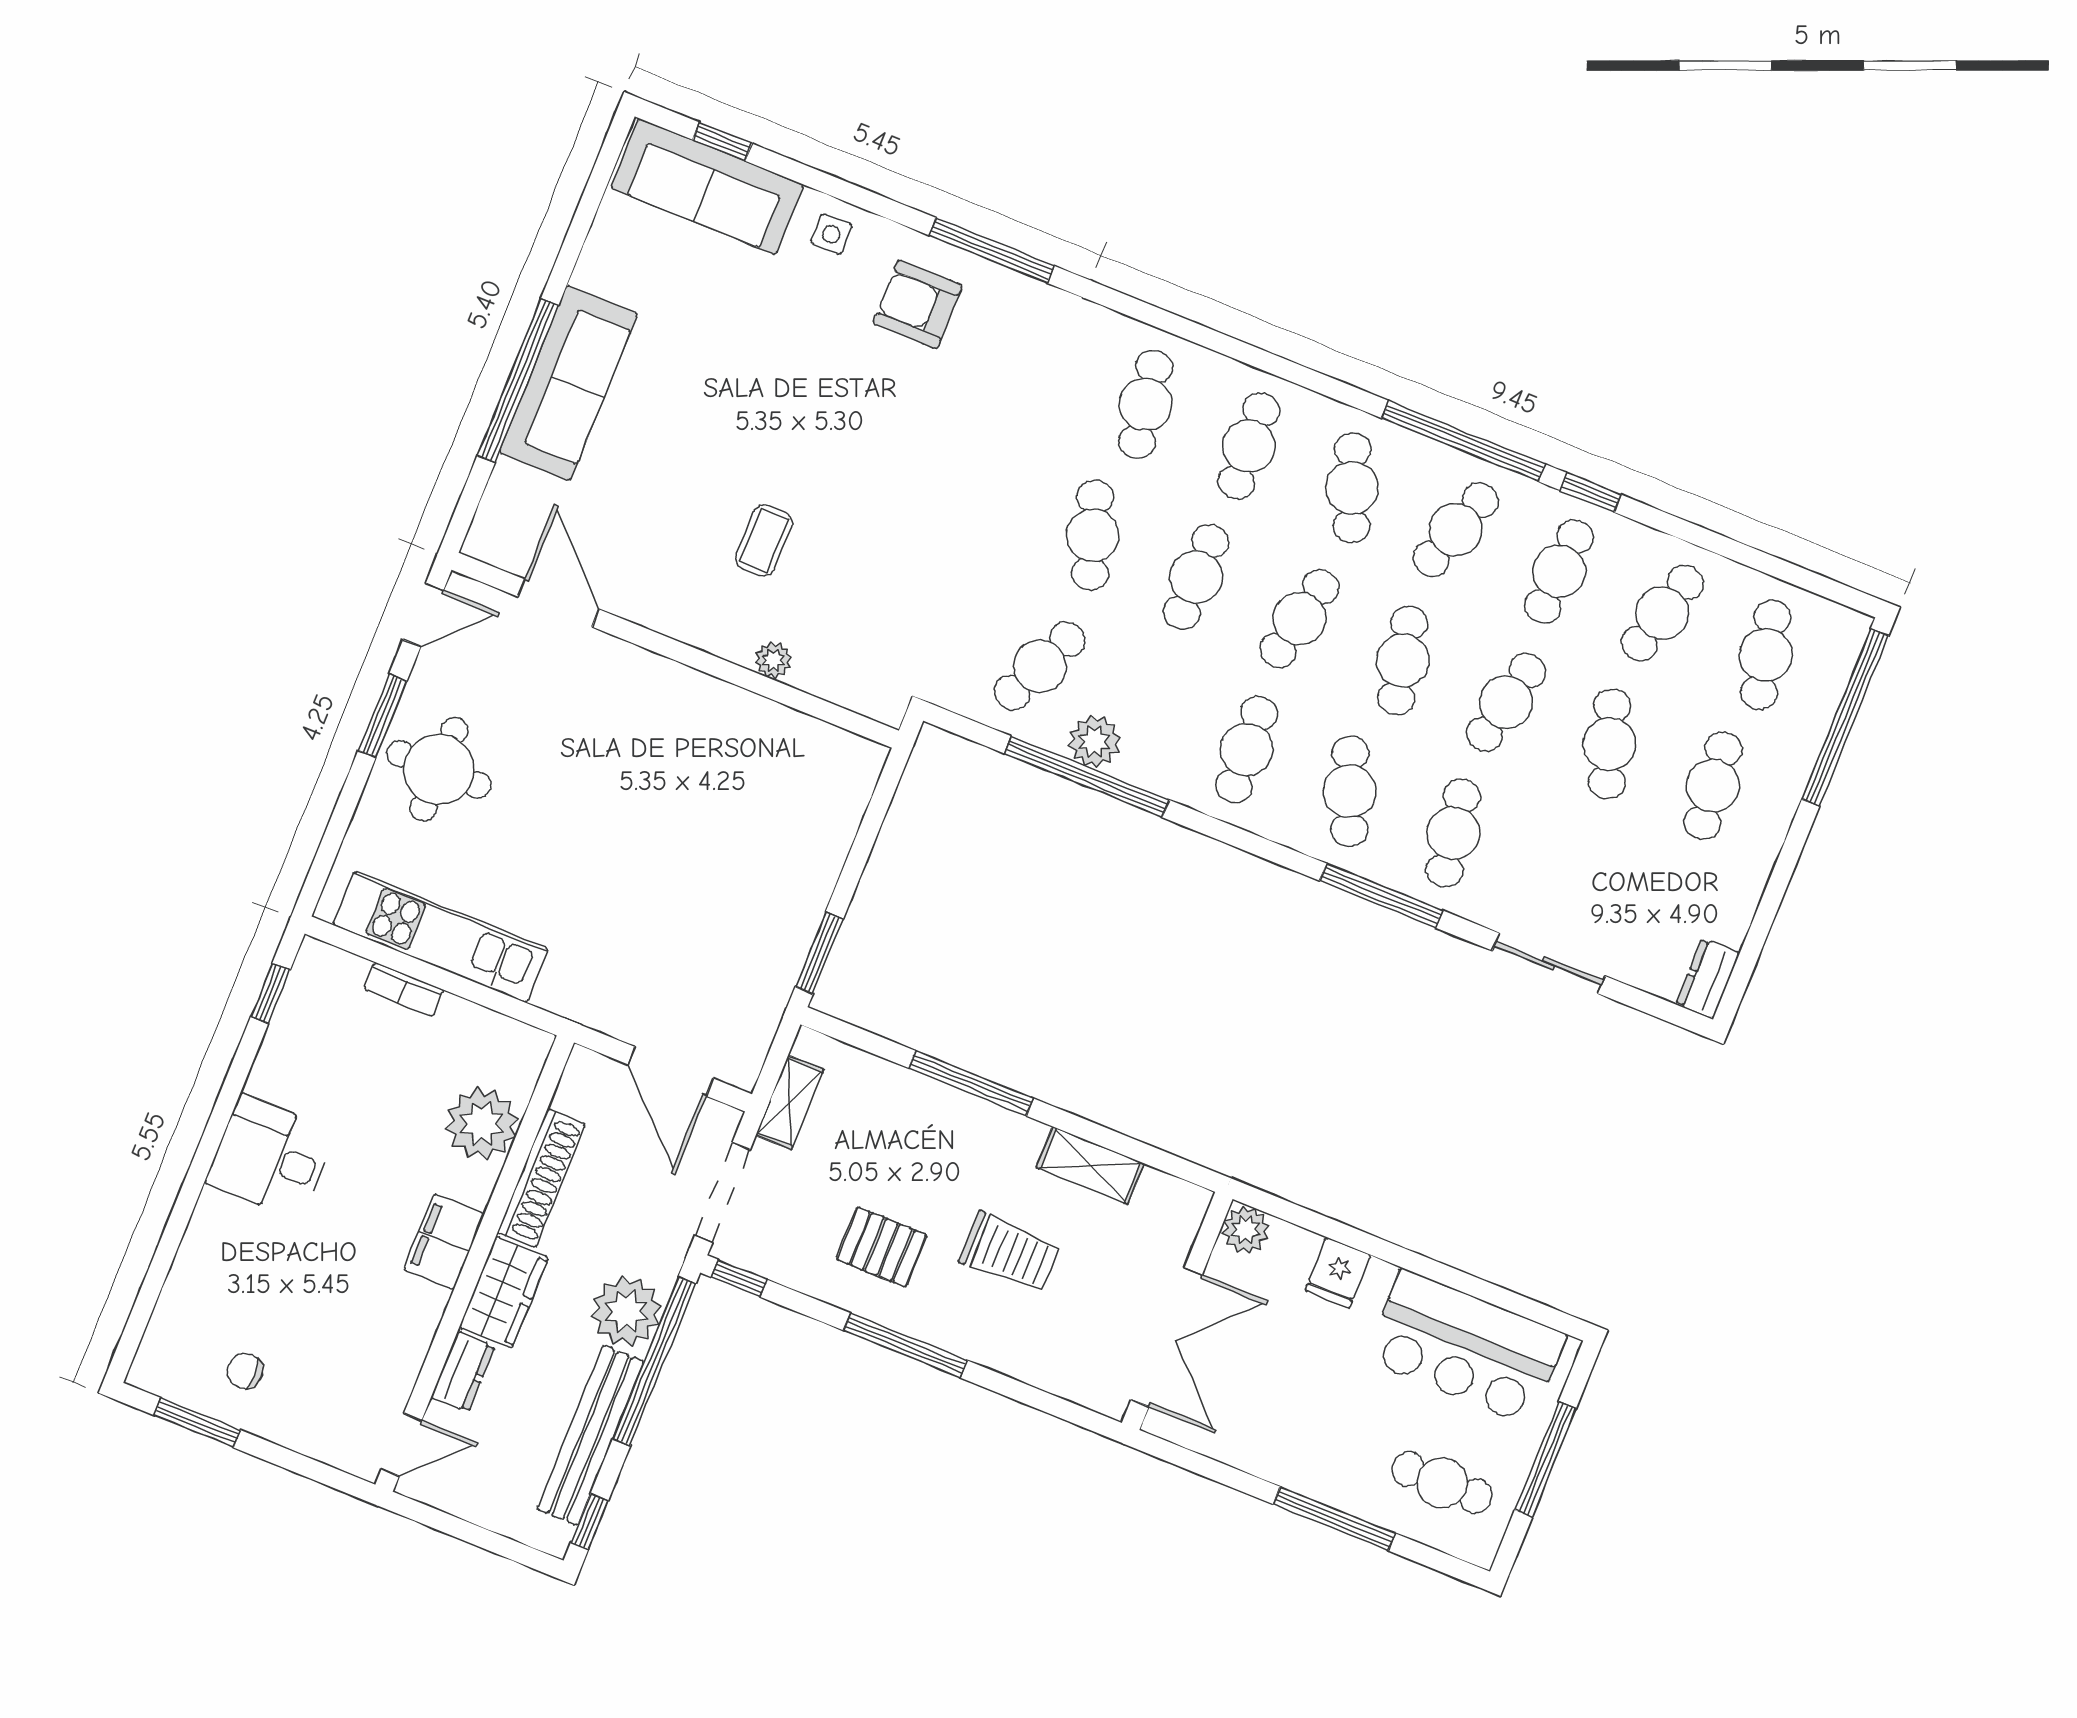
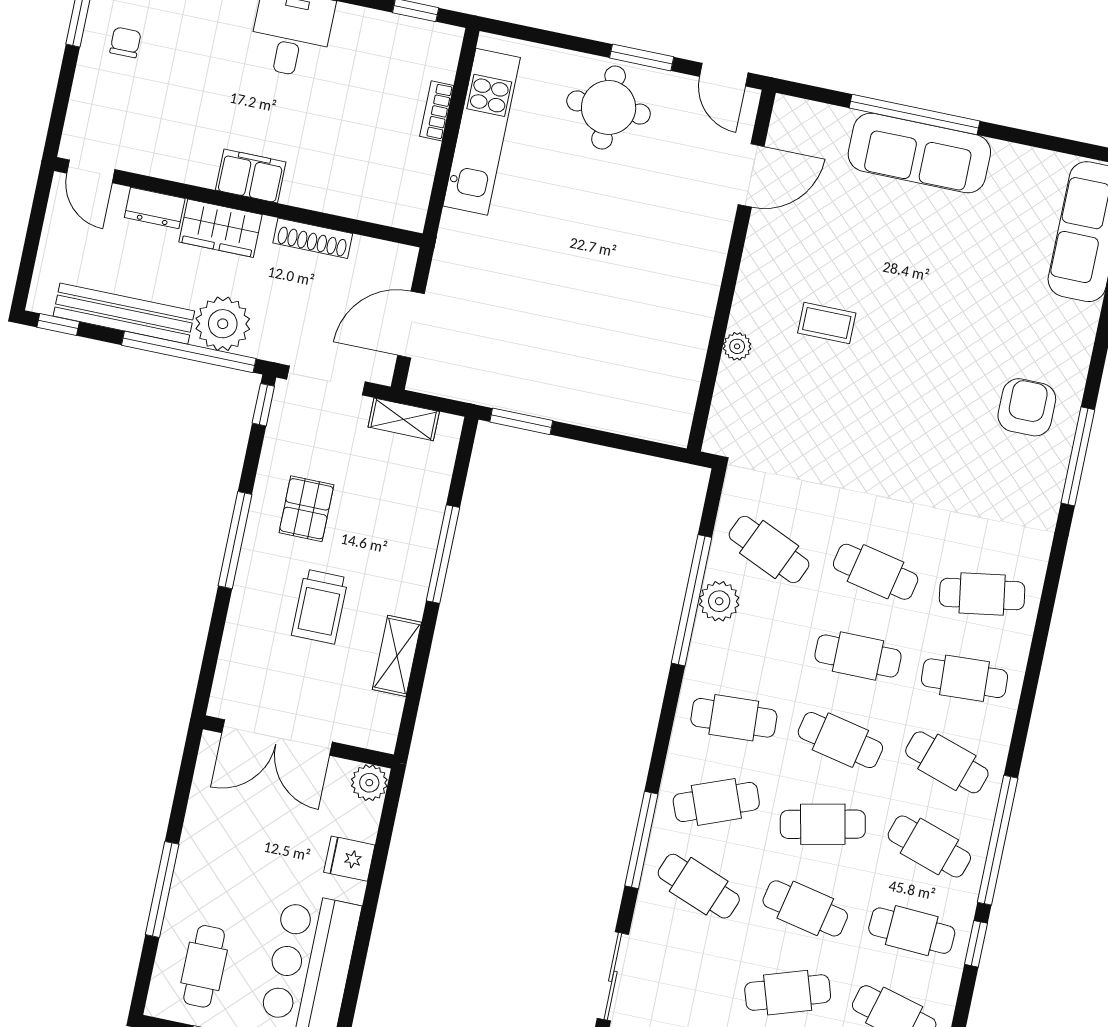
side table: (831, 234) -> (1068, 332), removed
cafe table: (1352, 488) -> (947, 762), turned 39
cafe table: (1093, 535) -> (876, 572), turned 30
cafe table: (1453, 833) -> (699, 886), turned 30
plant: (482, 1124) -> (345, 188), removed
shoe rack: (541, 1178) -> (313, 238), width x0.74, depth x0.81

